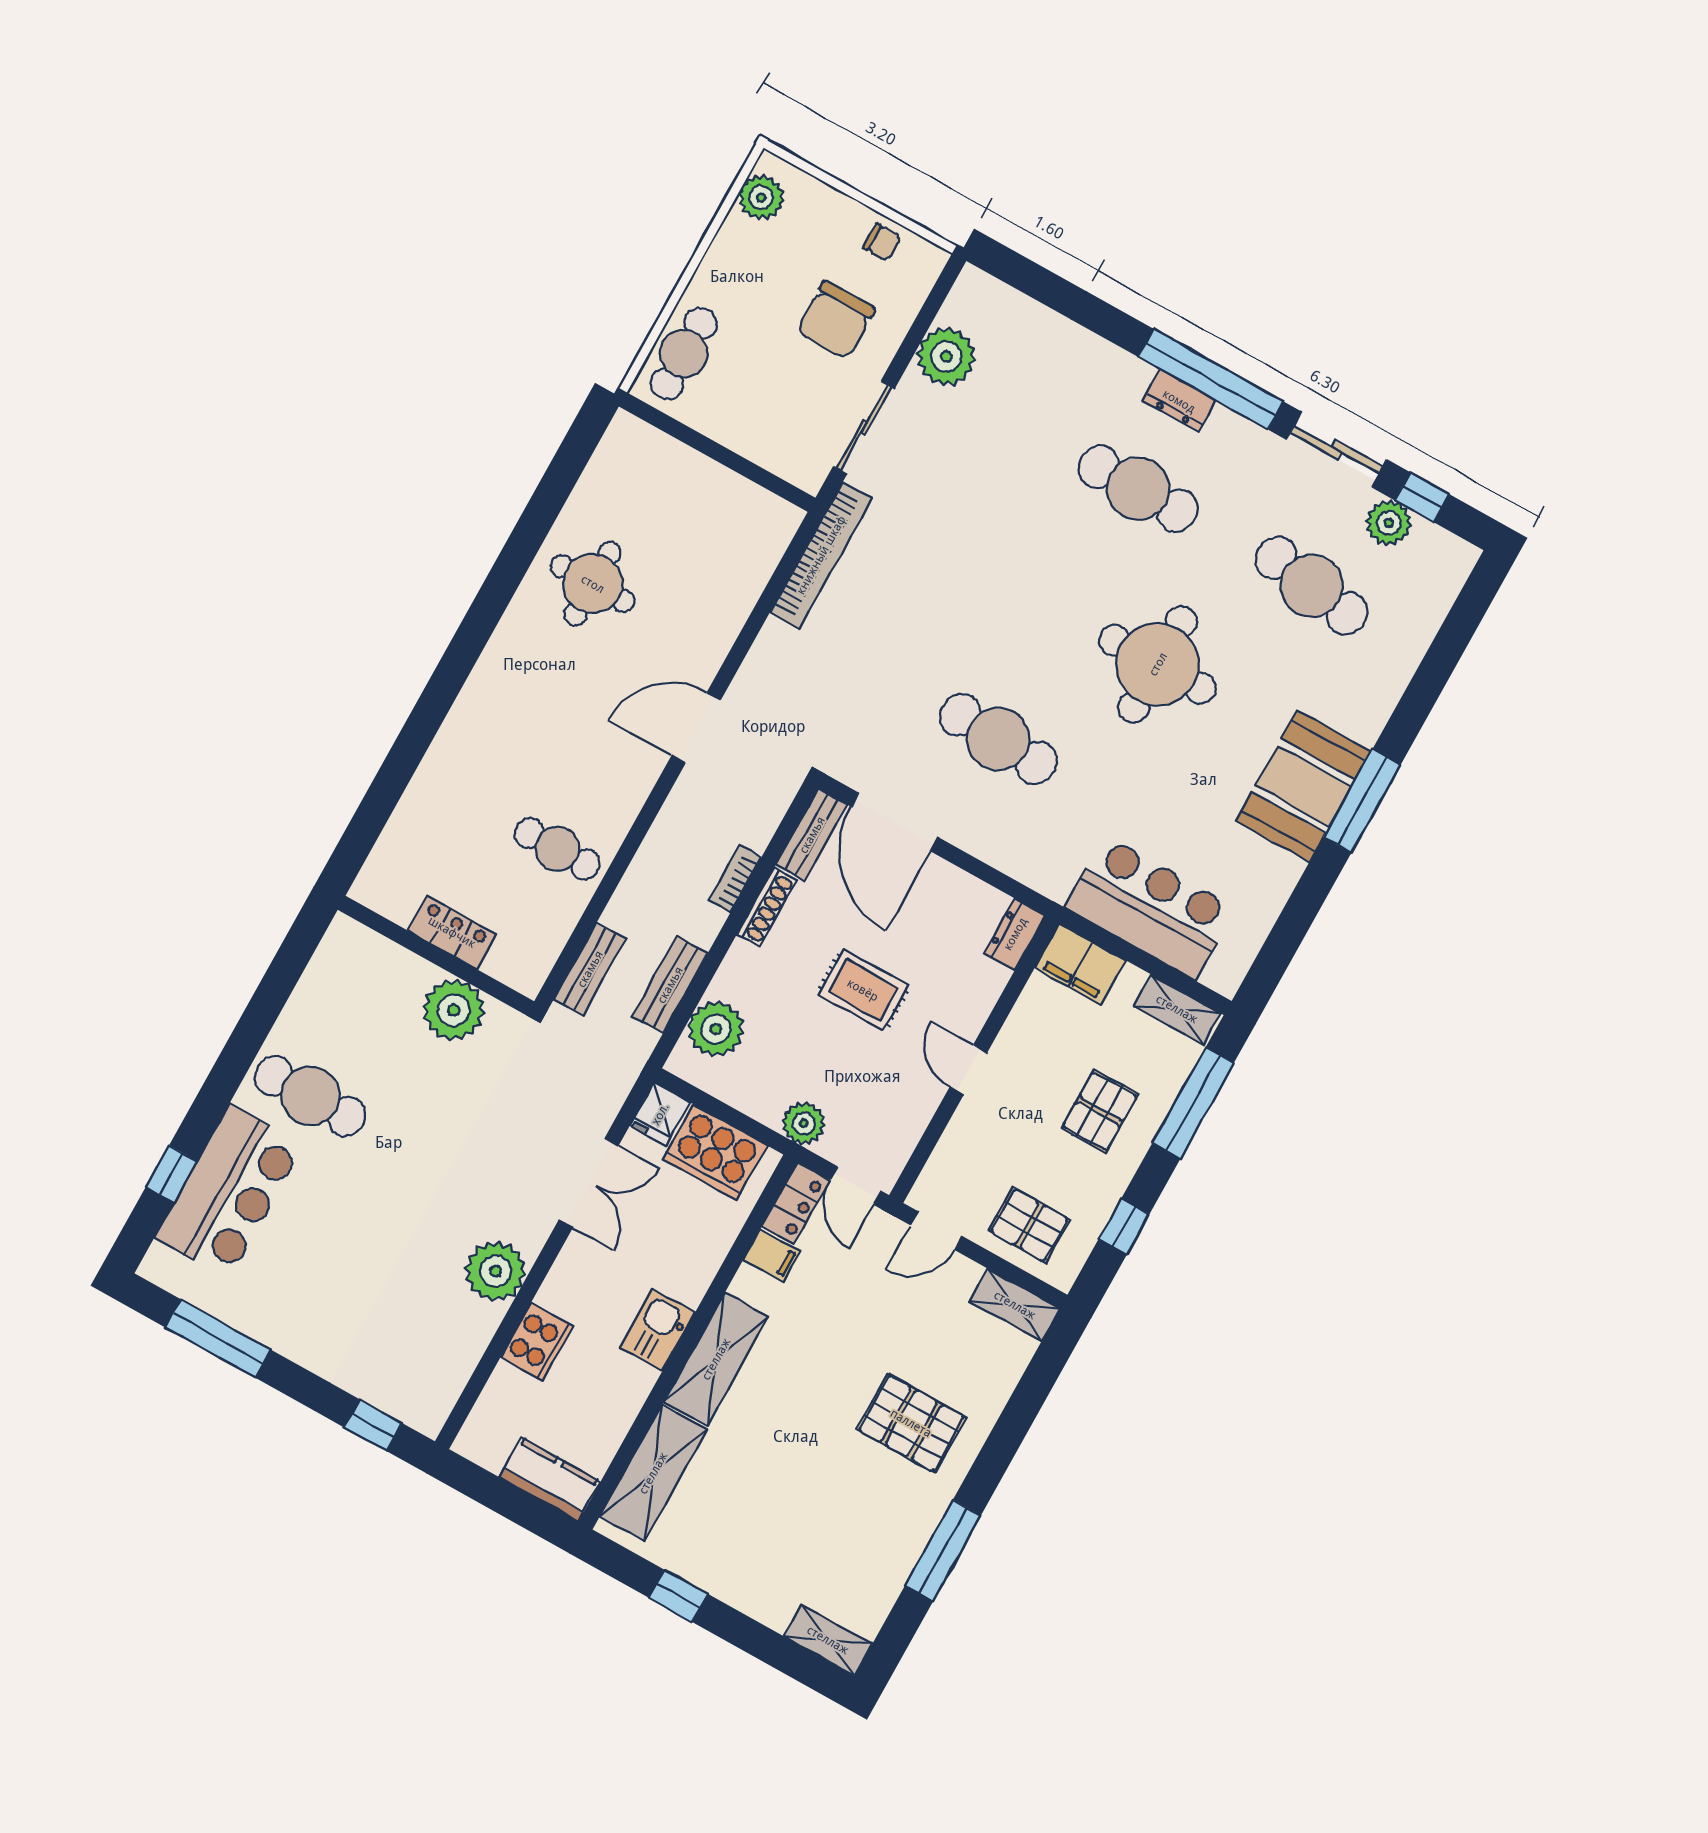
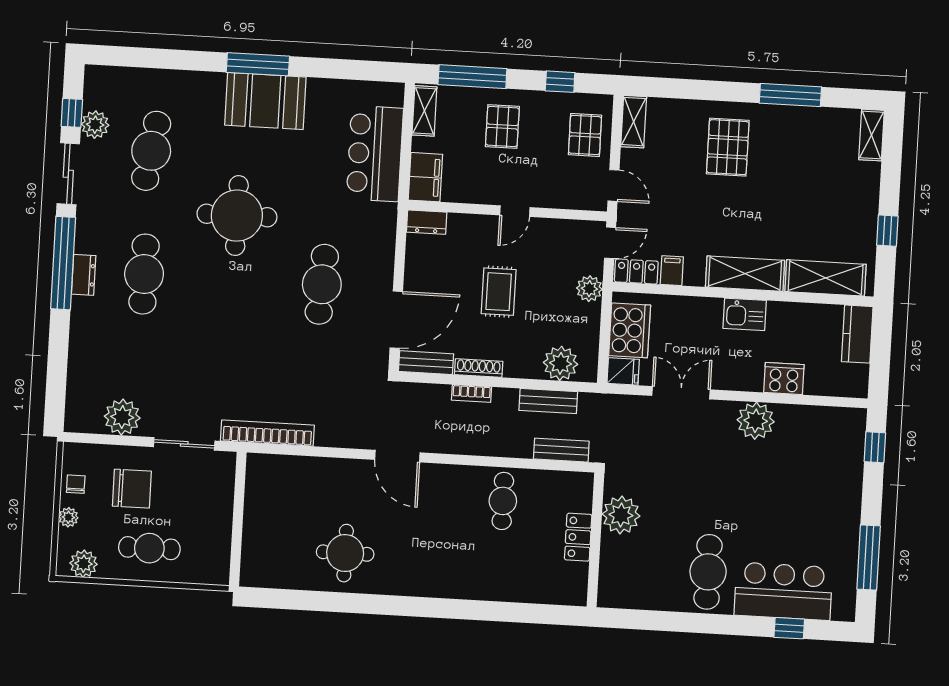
plant: (839, 208) -> (68, 517), added
cafe table: (684, 354) -> (149, 548), moved
pallet: (1100, 1111) -> (502, 126), turned 90

